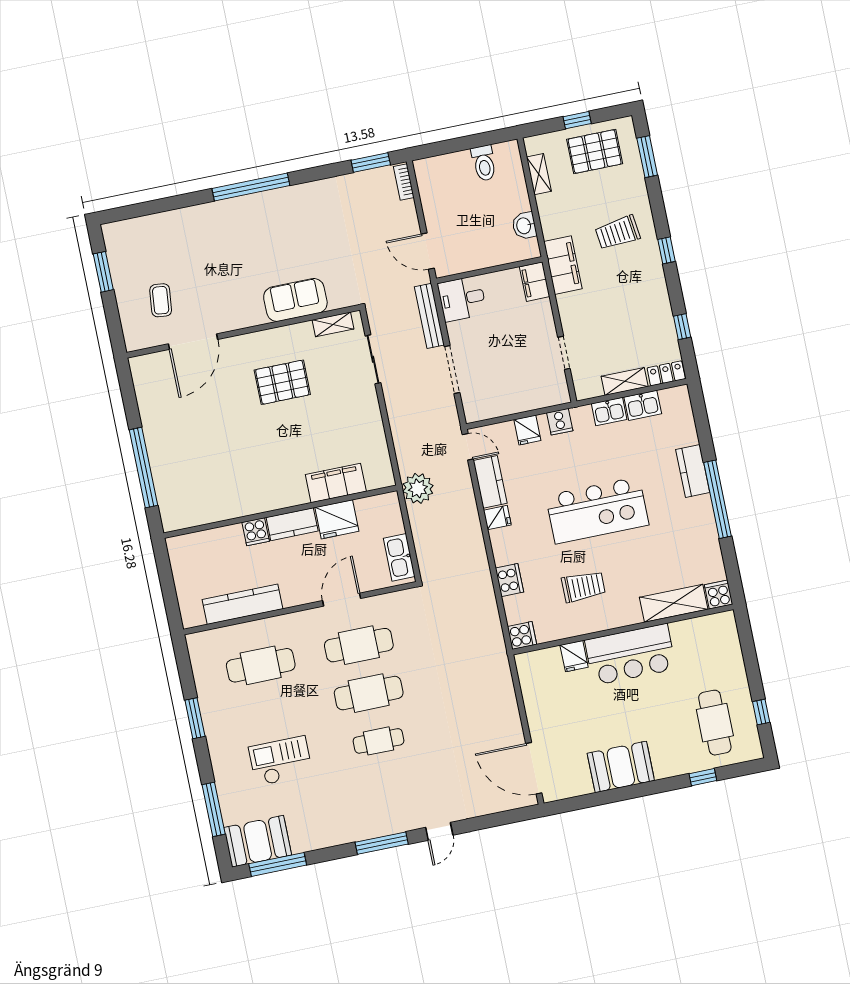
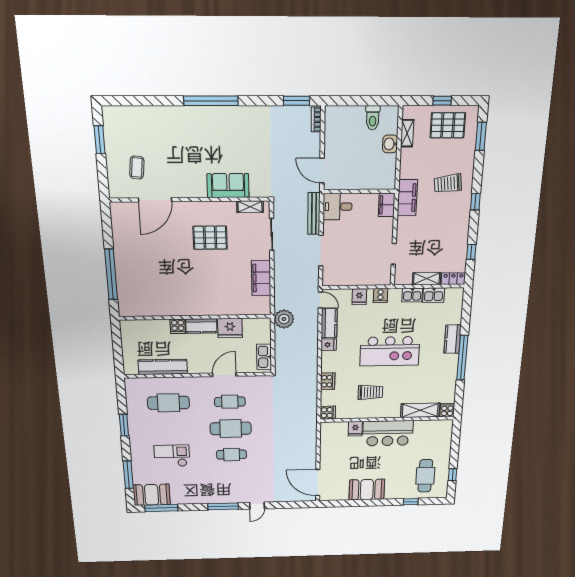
washbasin: (524, 226) -> (390, 144), moved
filing cabinet: (336, 483) -> (261, 278), moved, turned -90
cafe table: (359, 645) -> (230, 402), width x0.73, depth x0.74

